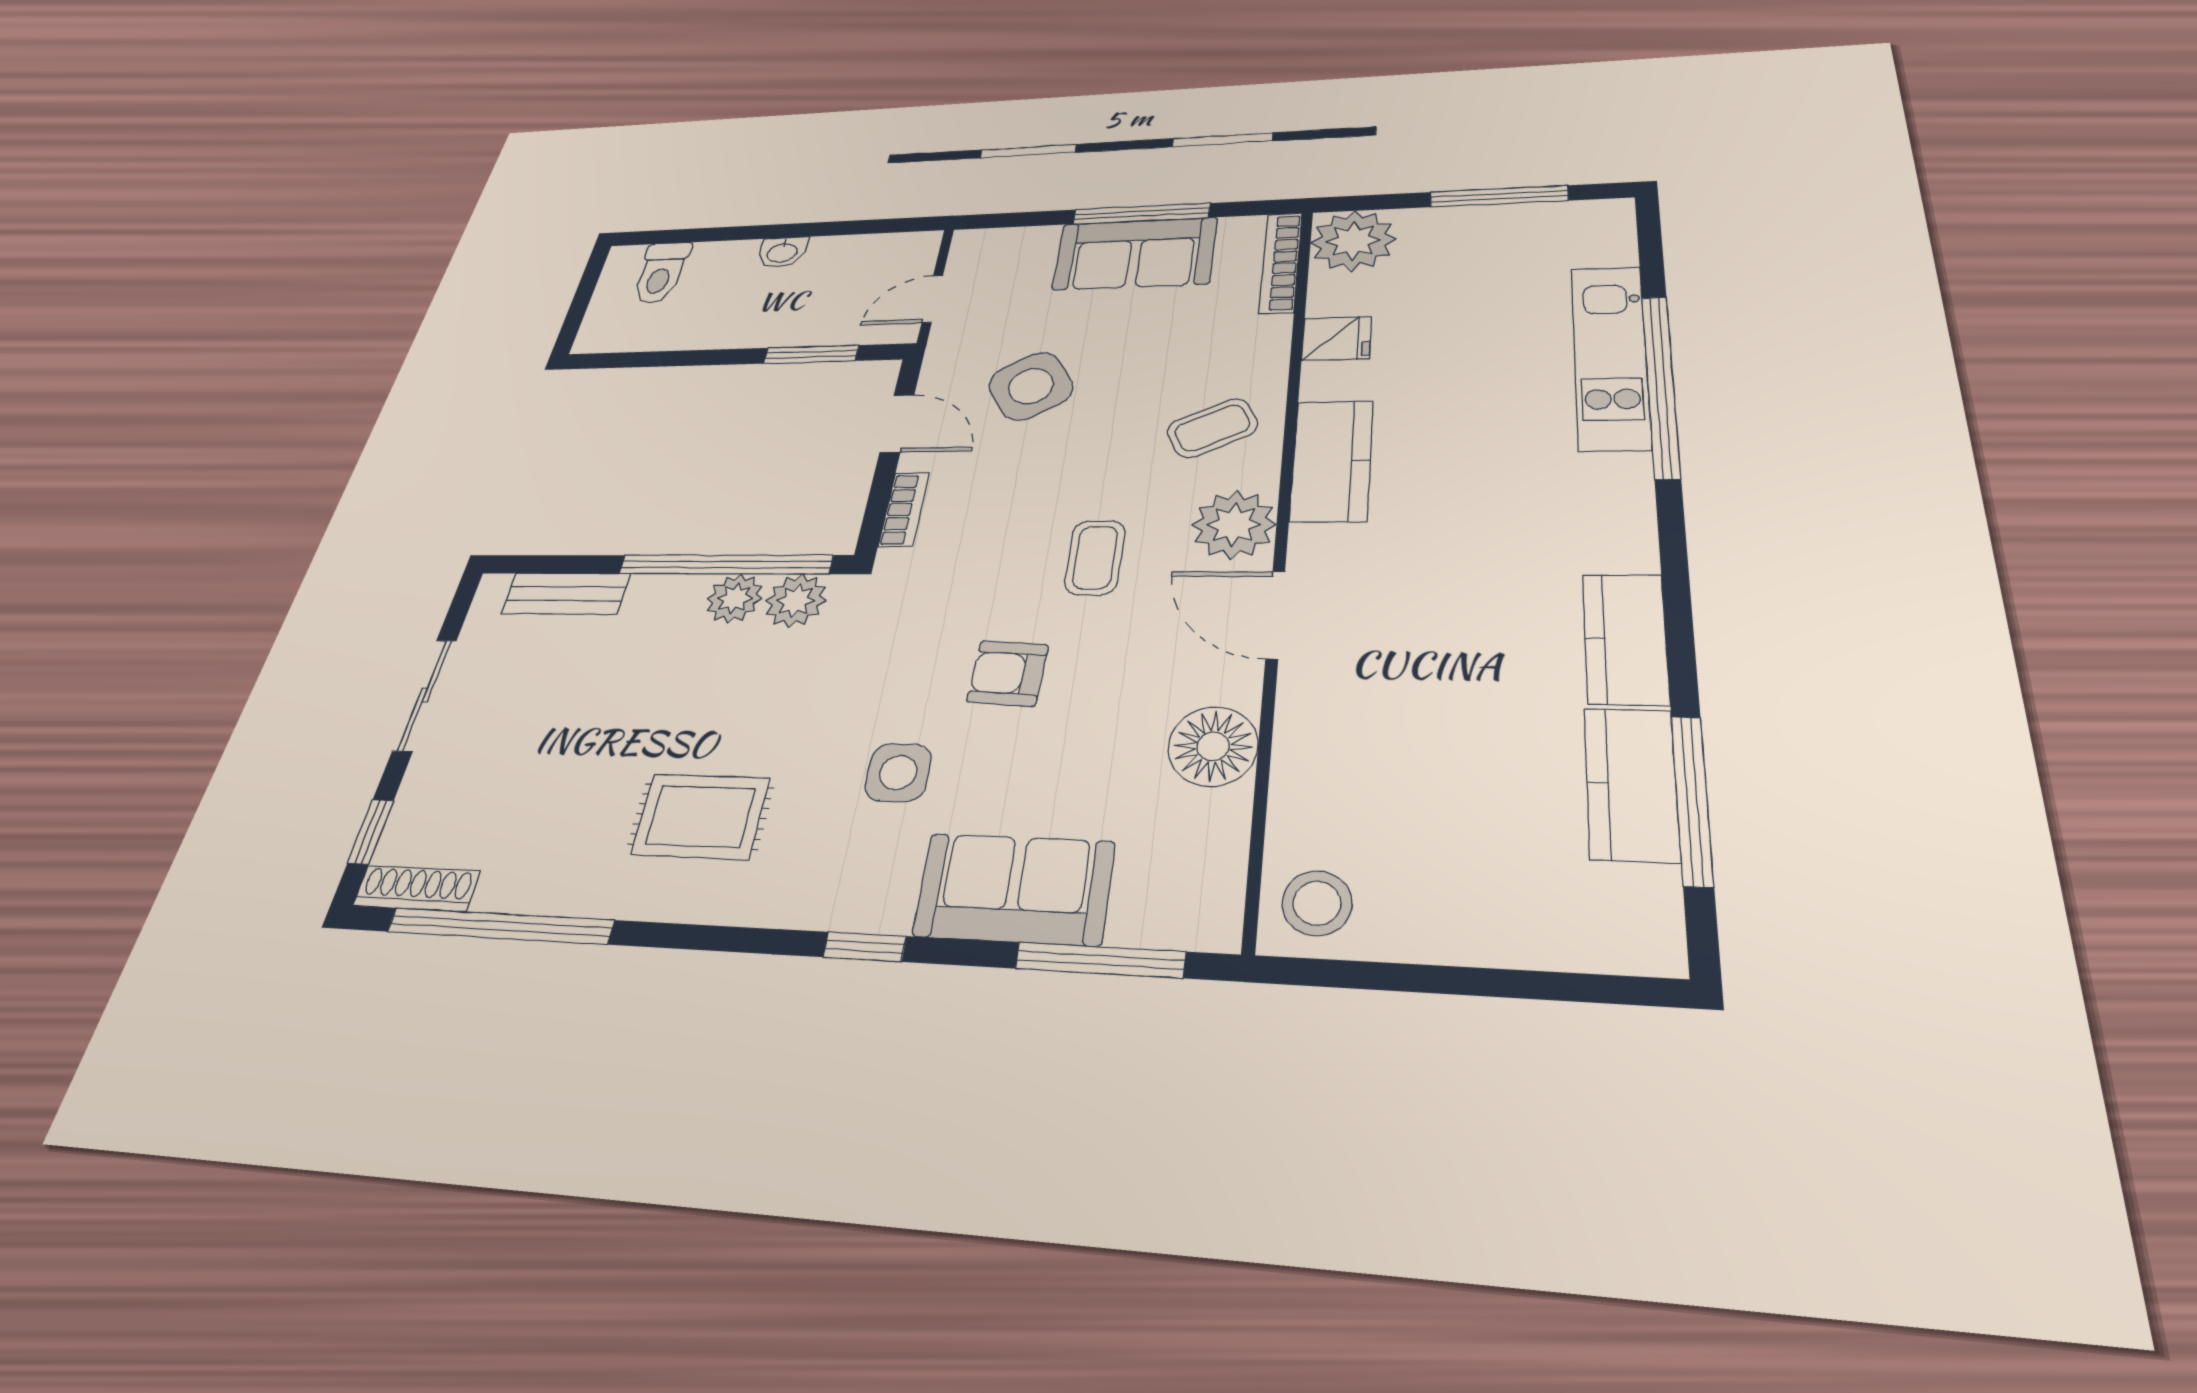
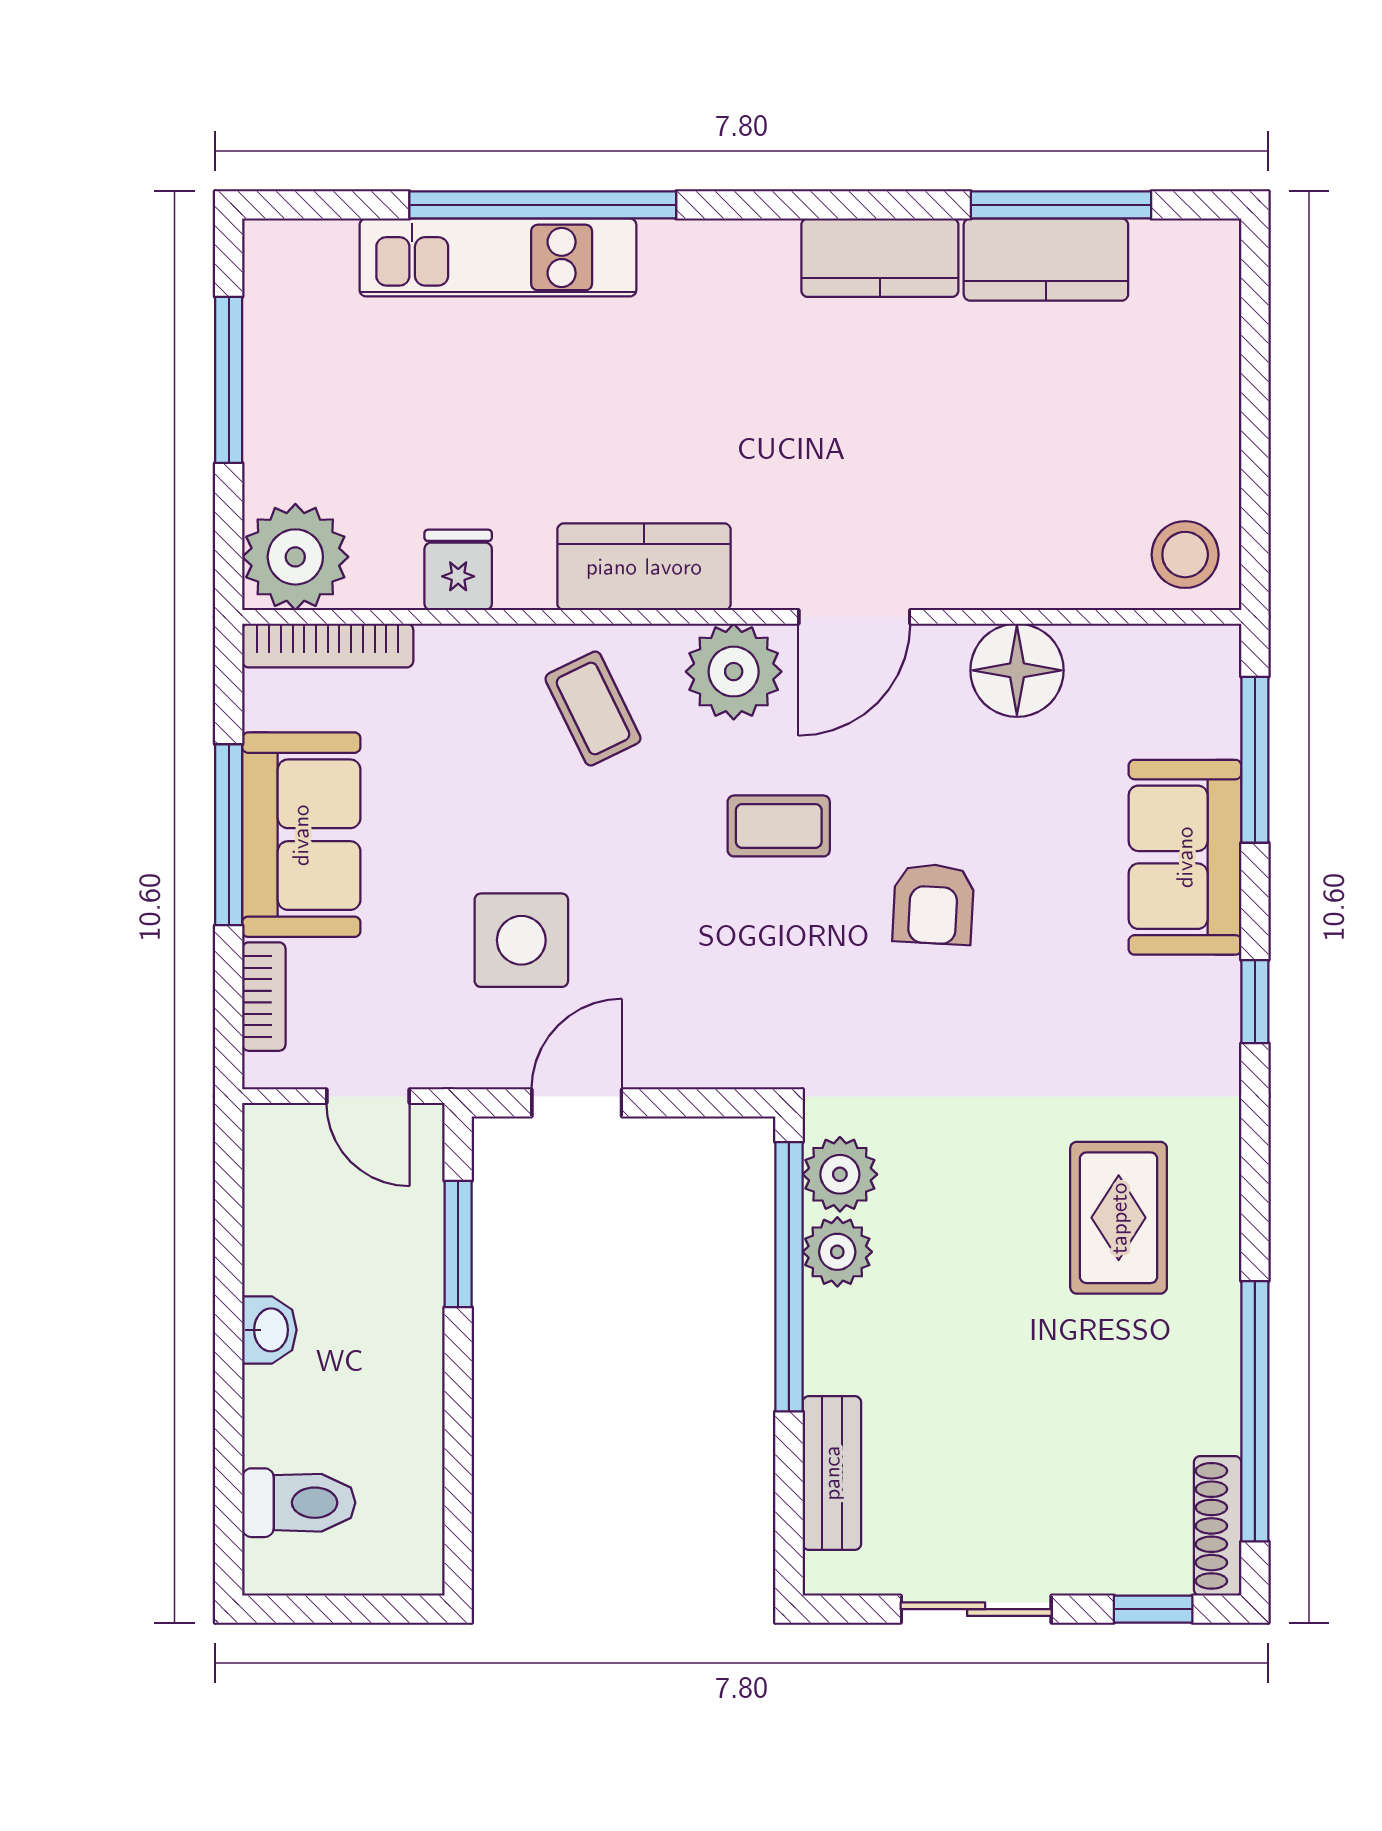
side table: (1031, 386) -> (521, 940), turned 32
bookcase: (904, 510) -> (264, 997), moved, turned 90
side table: (898, 772) -> (1058, 1005), removed

